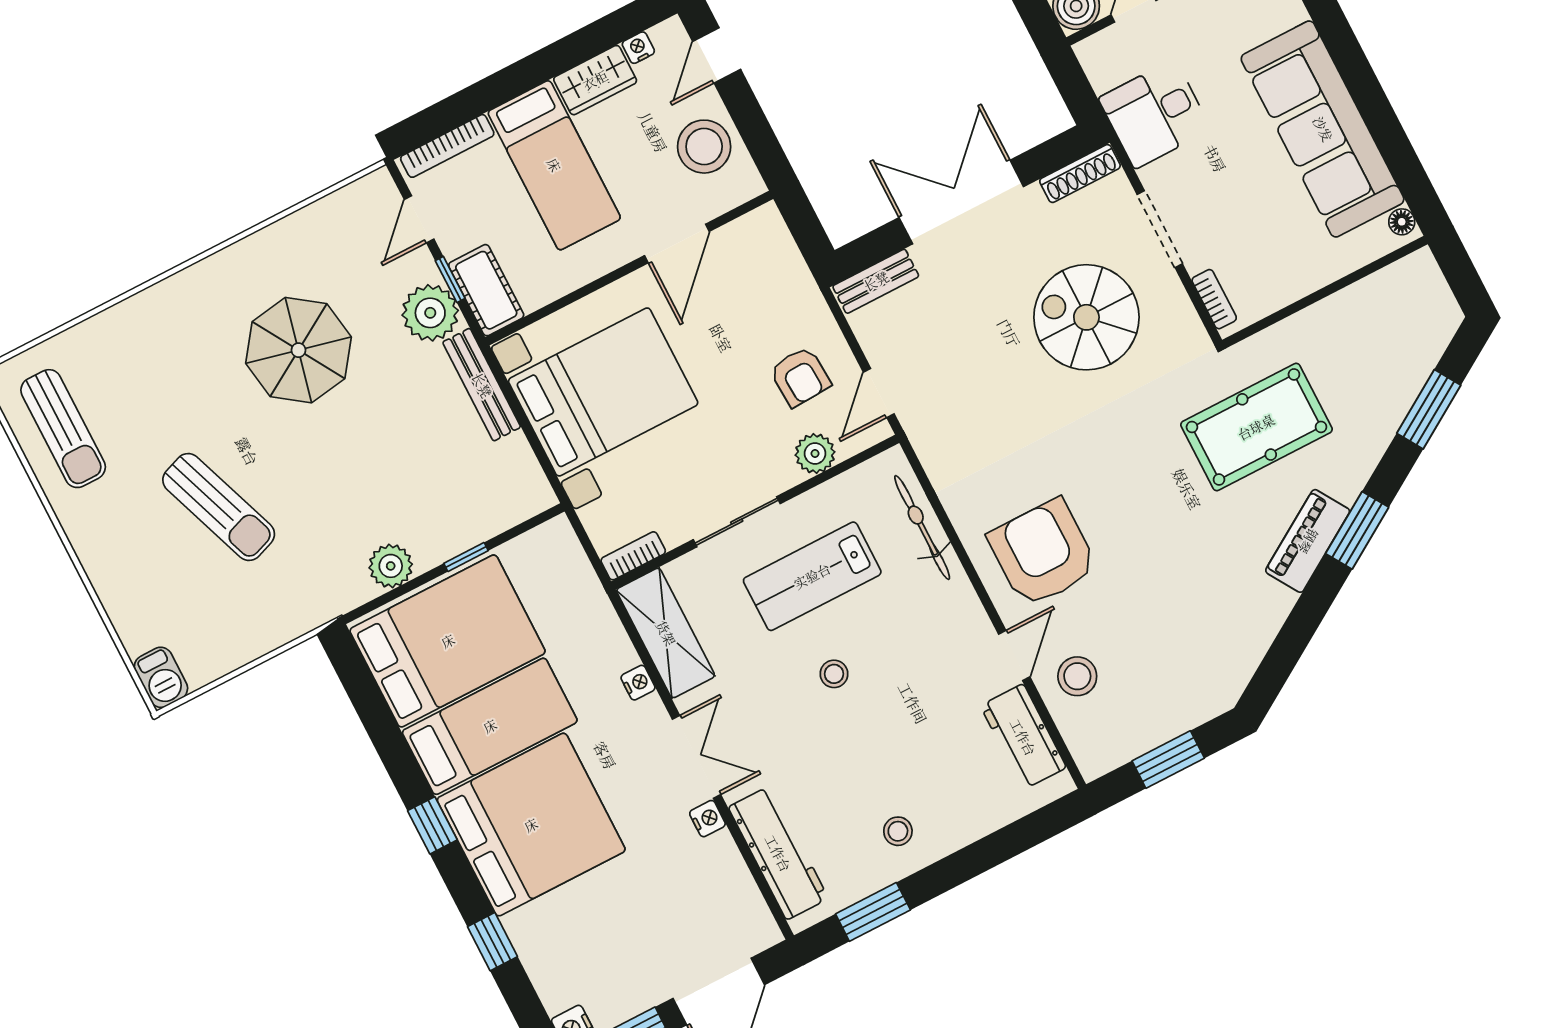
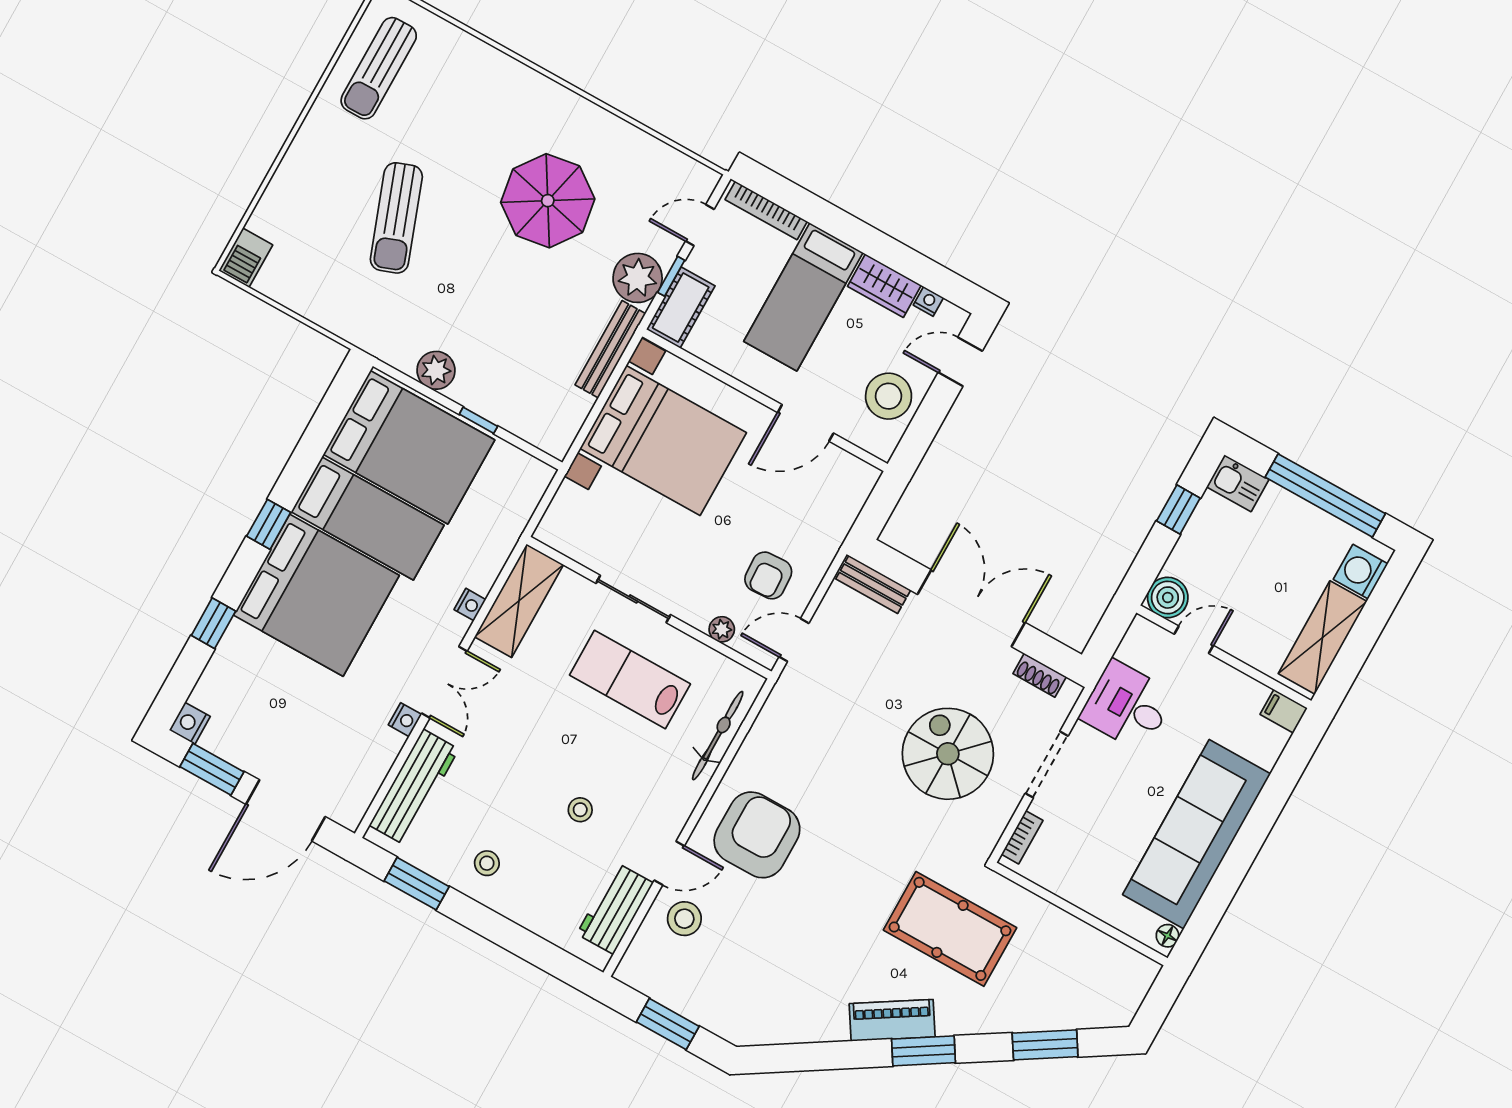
shoe rack: (1080, 173) -> (1040, 675), width x0.70
plant: (815, 453) -> (722, 629), width x0.73, depth x0.73
bookcase: (633, 556) -> (559, 541), removed
stool: (834, 674) -> (580, 810), moved

